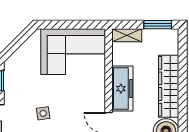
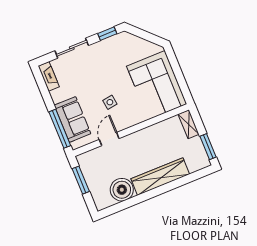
freezer: (122, 89) -> (143, 139), removed
side table: (43, 113) -> (110, 102), moved

